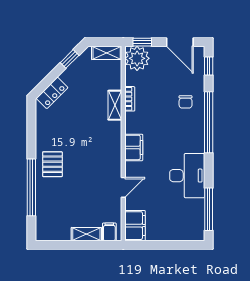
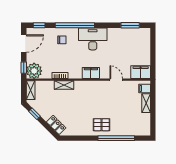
desk: (187, 176) -> (93, 39), moved
window: (209, 209) -> (130, 25), width x0.69

